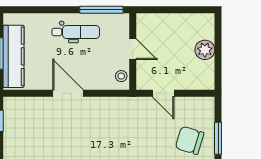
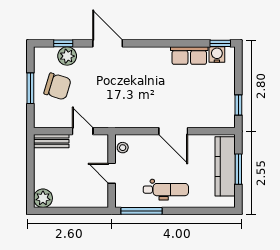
dental chair: (76, 32) -> (166, 190), turned 180
plant: (205, 50) -> (43, 198), moved
bench: (196, 83) -> (51, 141), added

